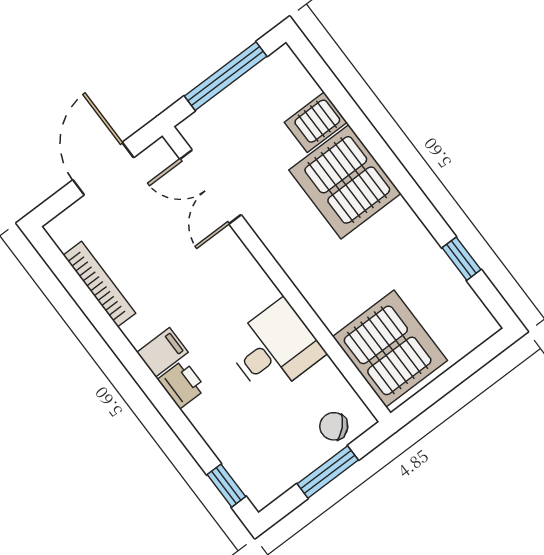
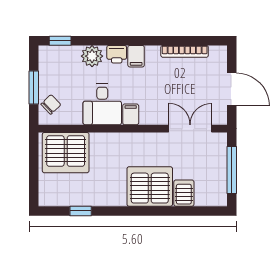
filing cabinet: (257, 294) -> (131, 114), added
plant: (213, 419) -> (92, 56), added

